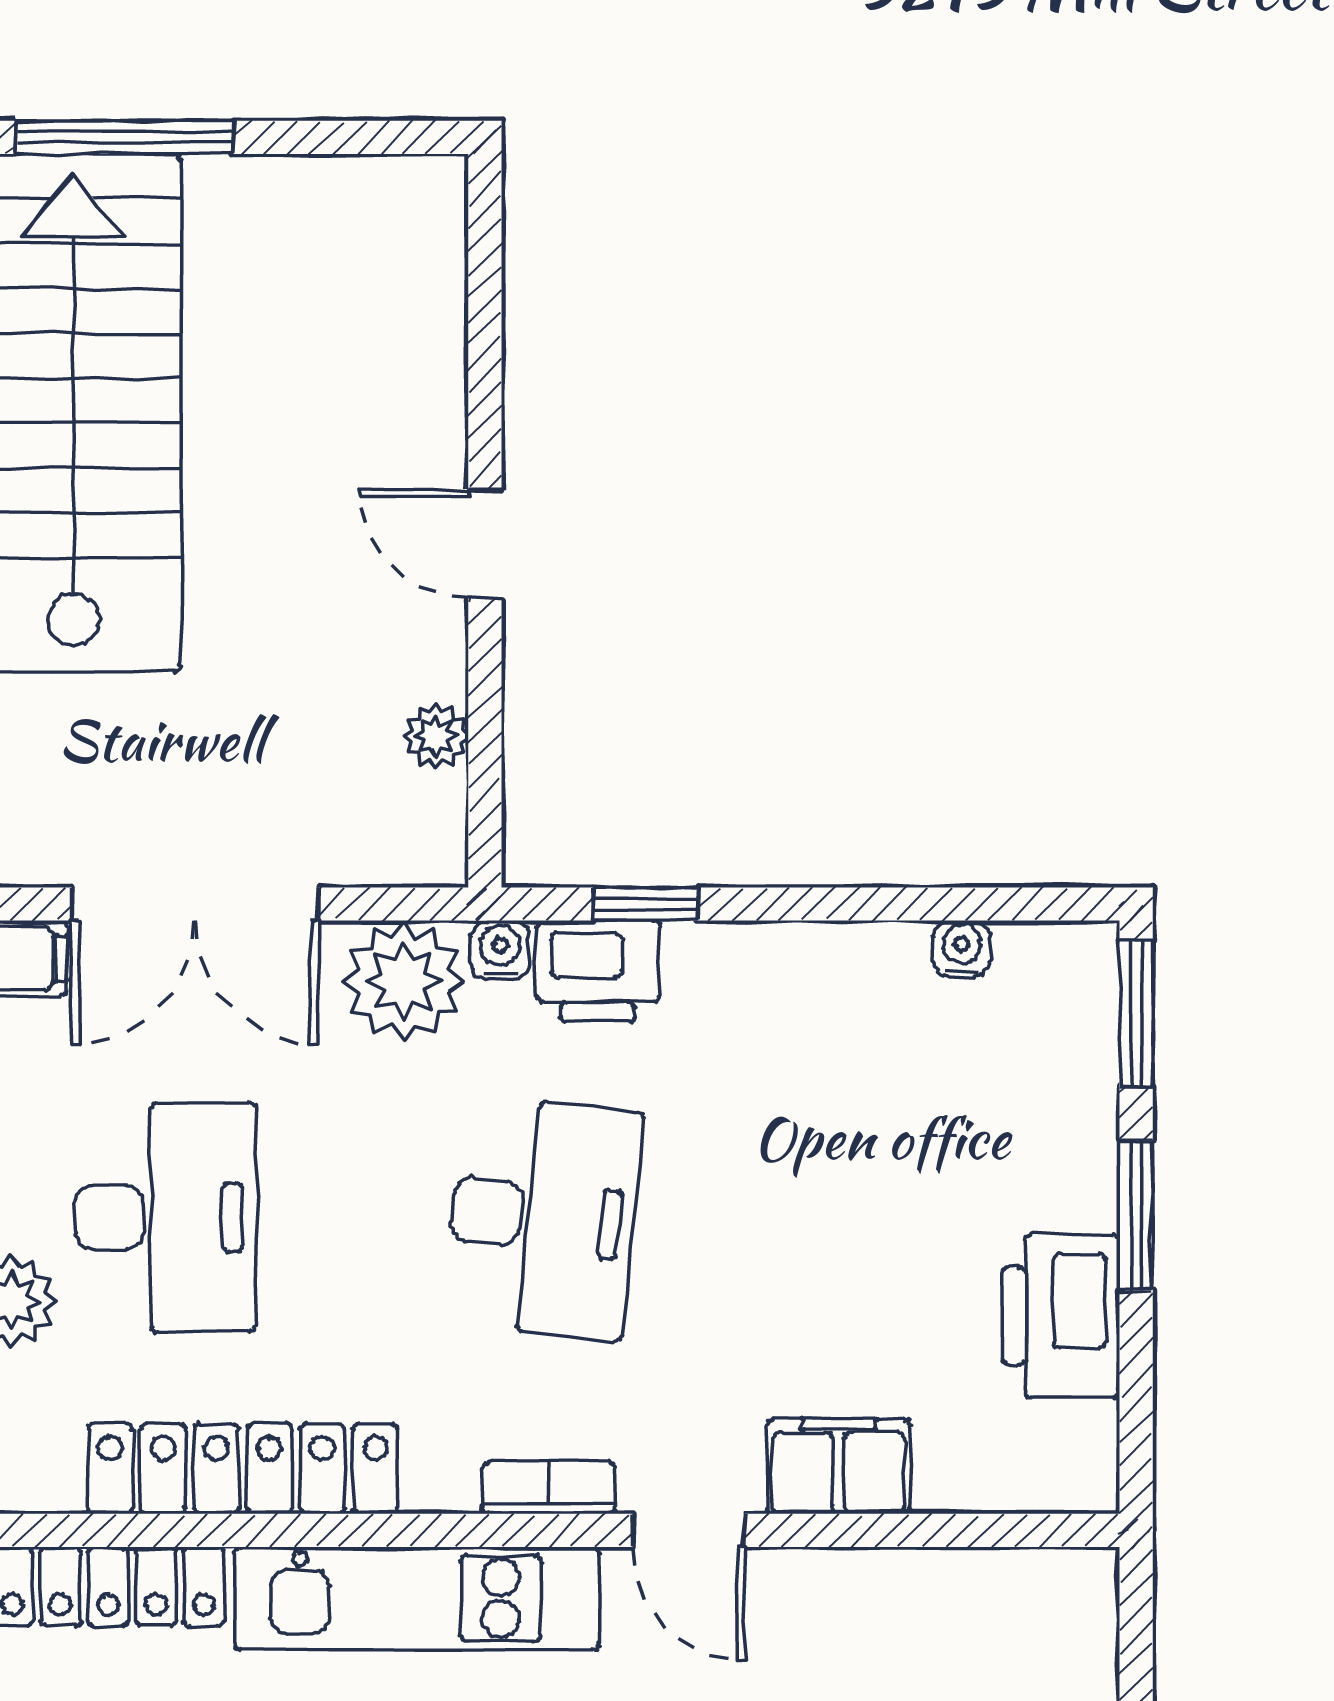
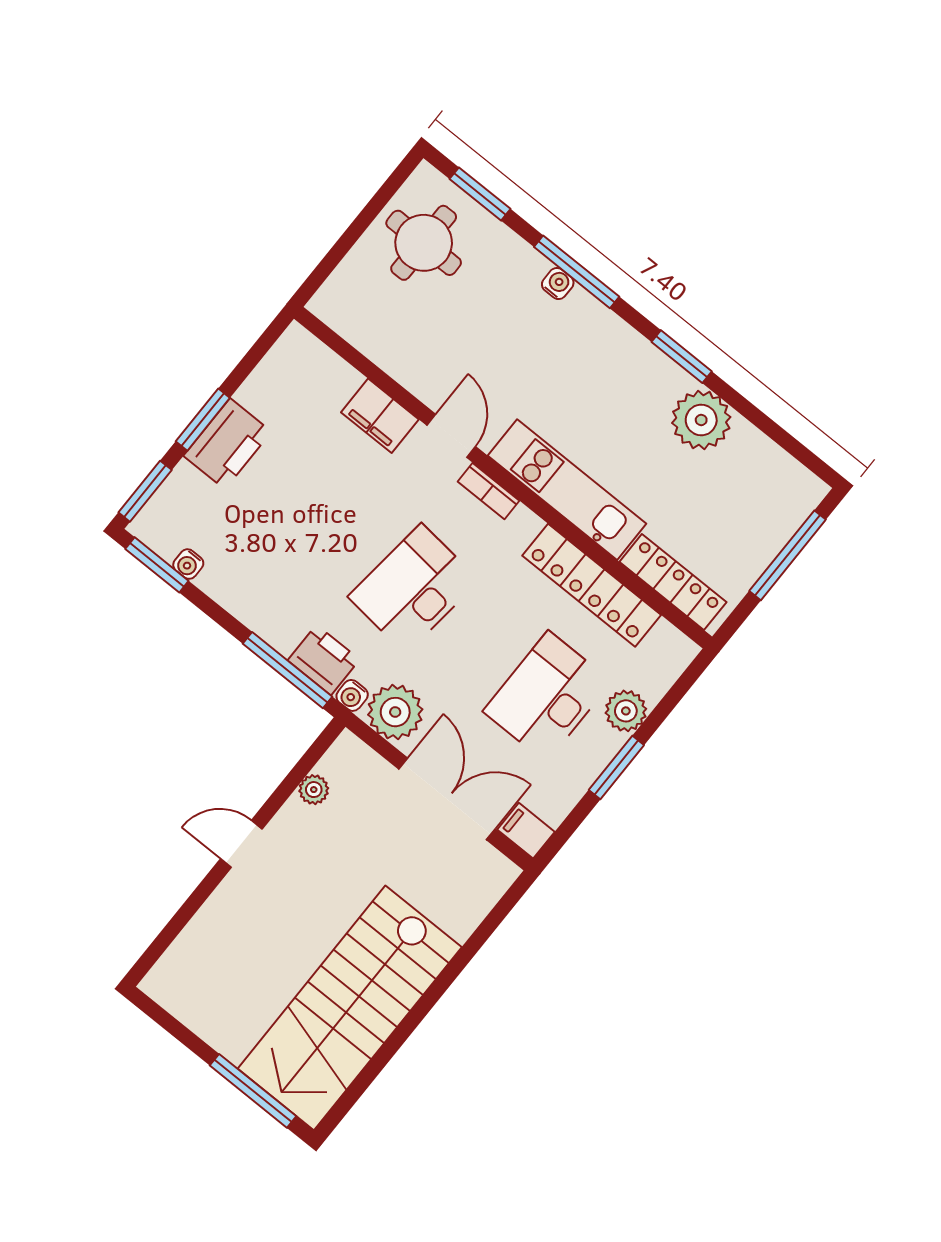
door: (485, 544) -> (241, 844), swing flipped
window: (646, 904) -> (287, 670), width x2.17
window: (1014, 904) -> (157, 565), added
printer: (1061, 1316) -> (227, 444), moved

